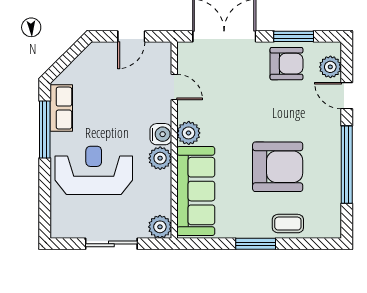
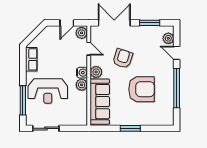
armchair: (286, 64) -> (123, 58), moved, turned -72
window: (45, 130) -> (23, 100), moved
reception desk: (94, 170) -> (48, 91), turned 180
coffee table: (288, 224) -> (147, 118), removed
plant: (160, 227) -> (82, 33), moved
sliding door: (111, 244) -> (46, 128), moved

